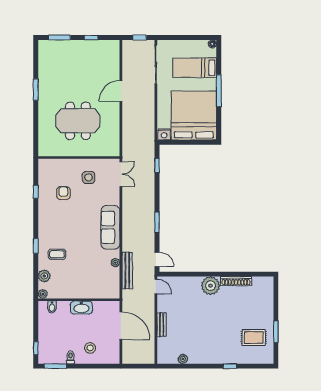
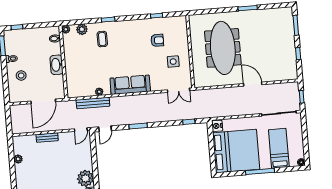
meeting table: (78, 121) -> (223, 48), width x1.36

